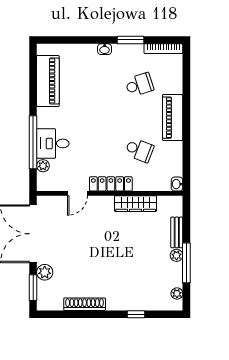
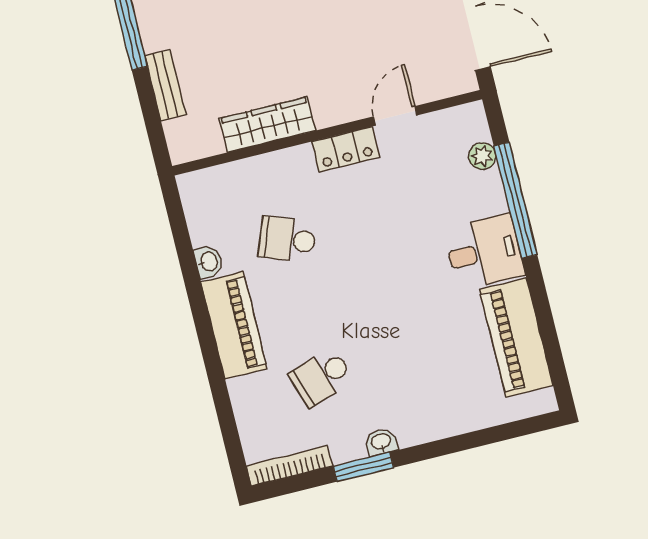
washbasin: (105, 49) -> (381, 442), moved
desk: (53, 143) -> (484, 252), moved
locker: (111, 184) -> (346, 149), width x0.66
washbasin: (177, 184) -> (209, 262), moved
plant: (177, 255) -> (154, 37), removed

